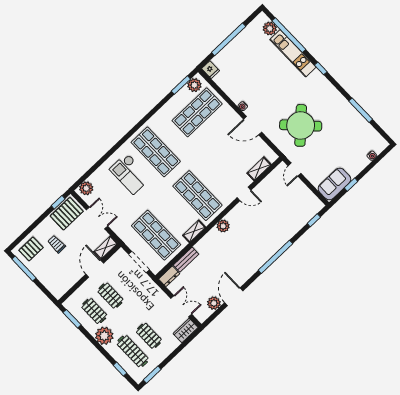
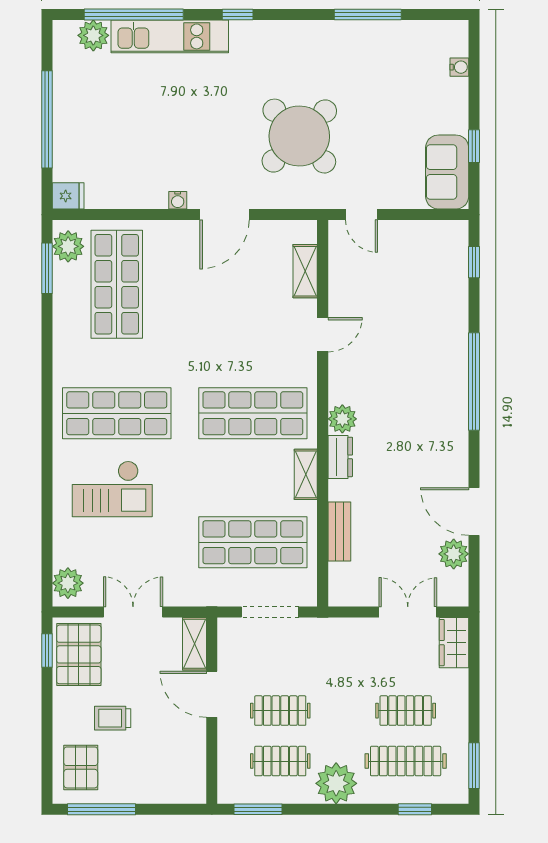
dresser: (169, 276) -> (340, 457), moved

